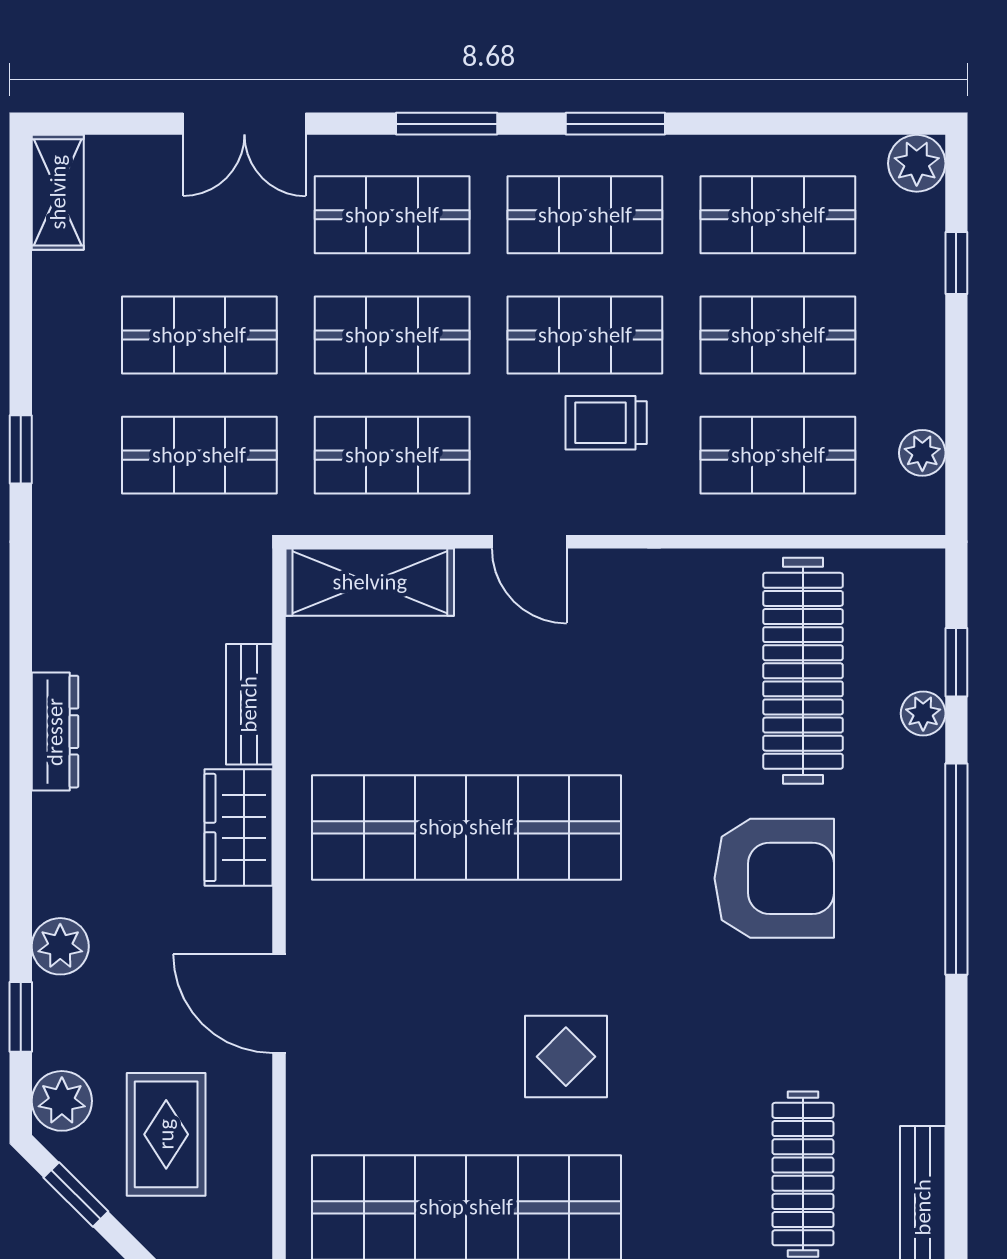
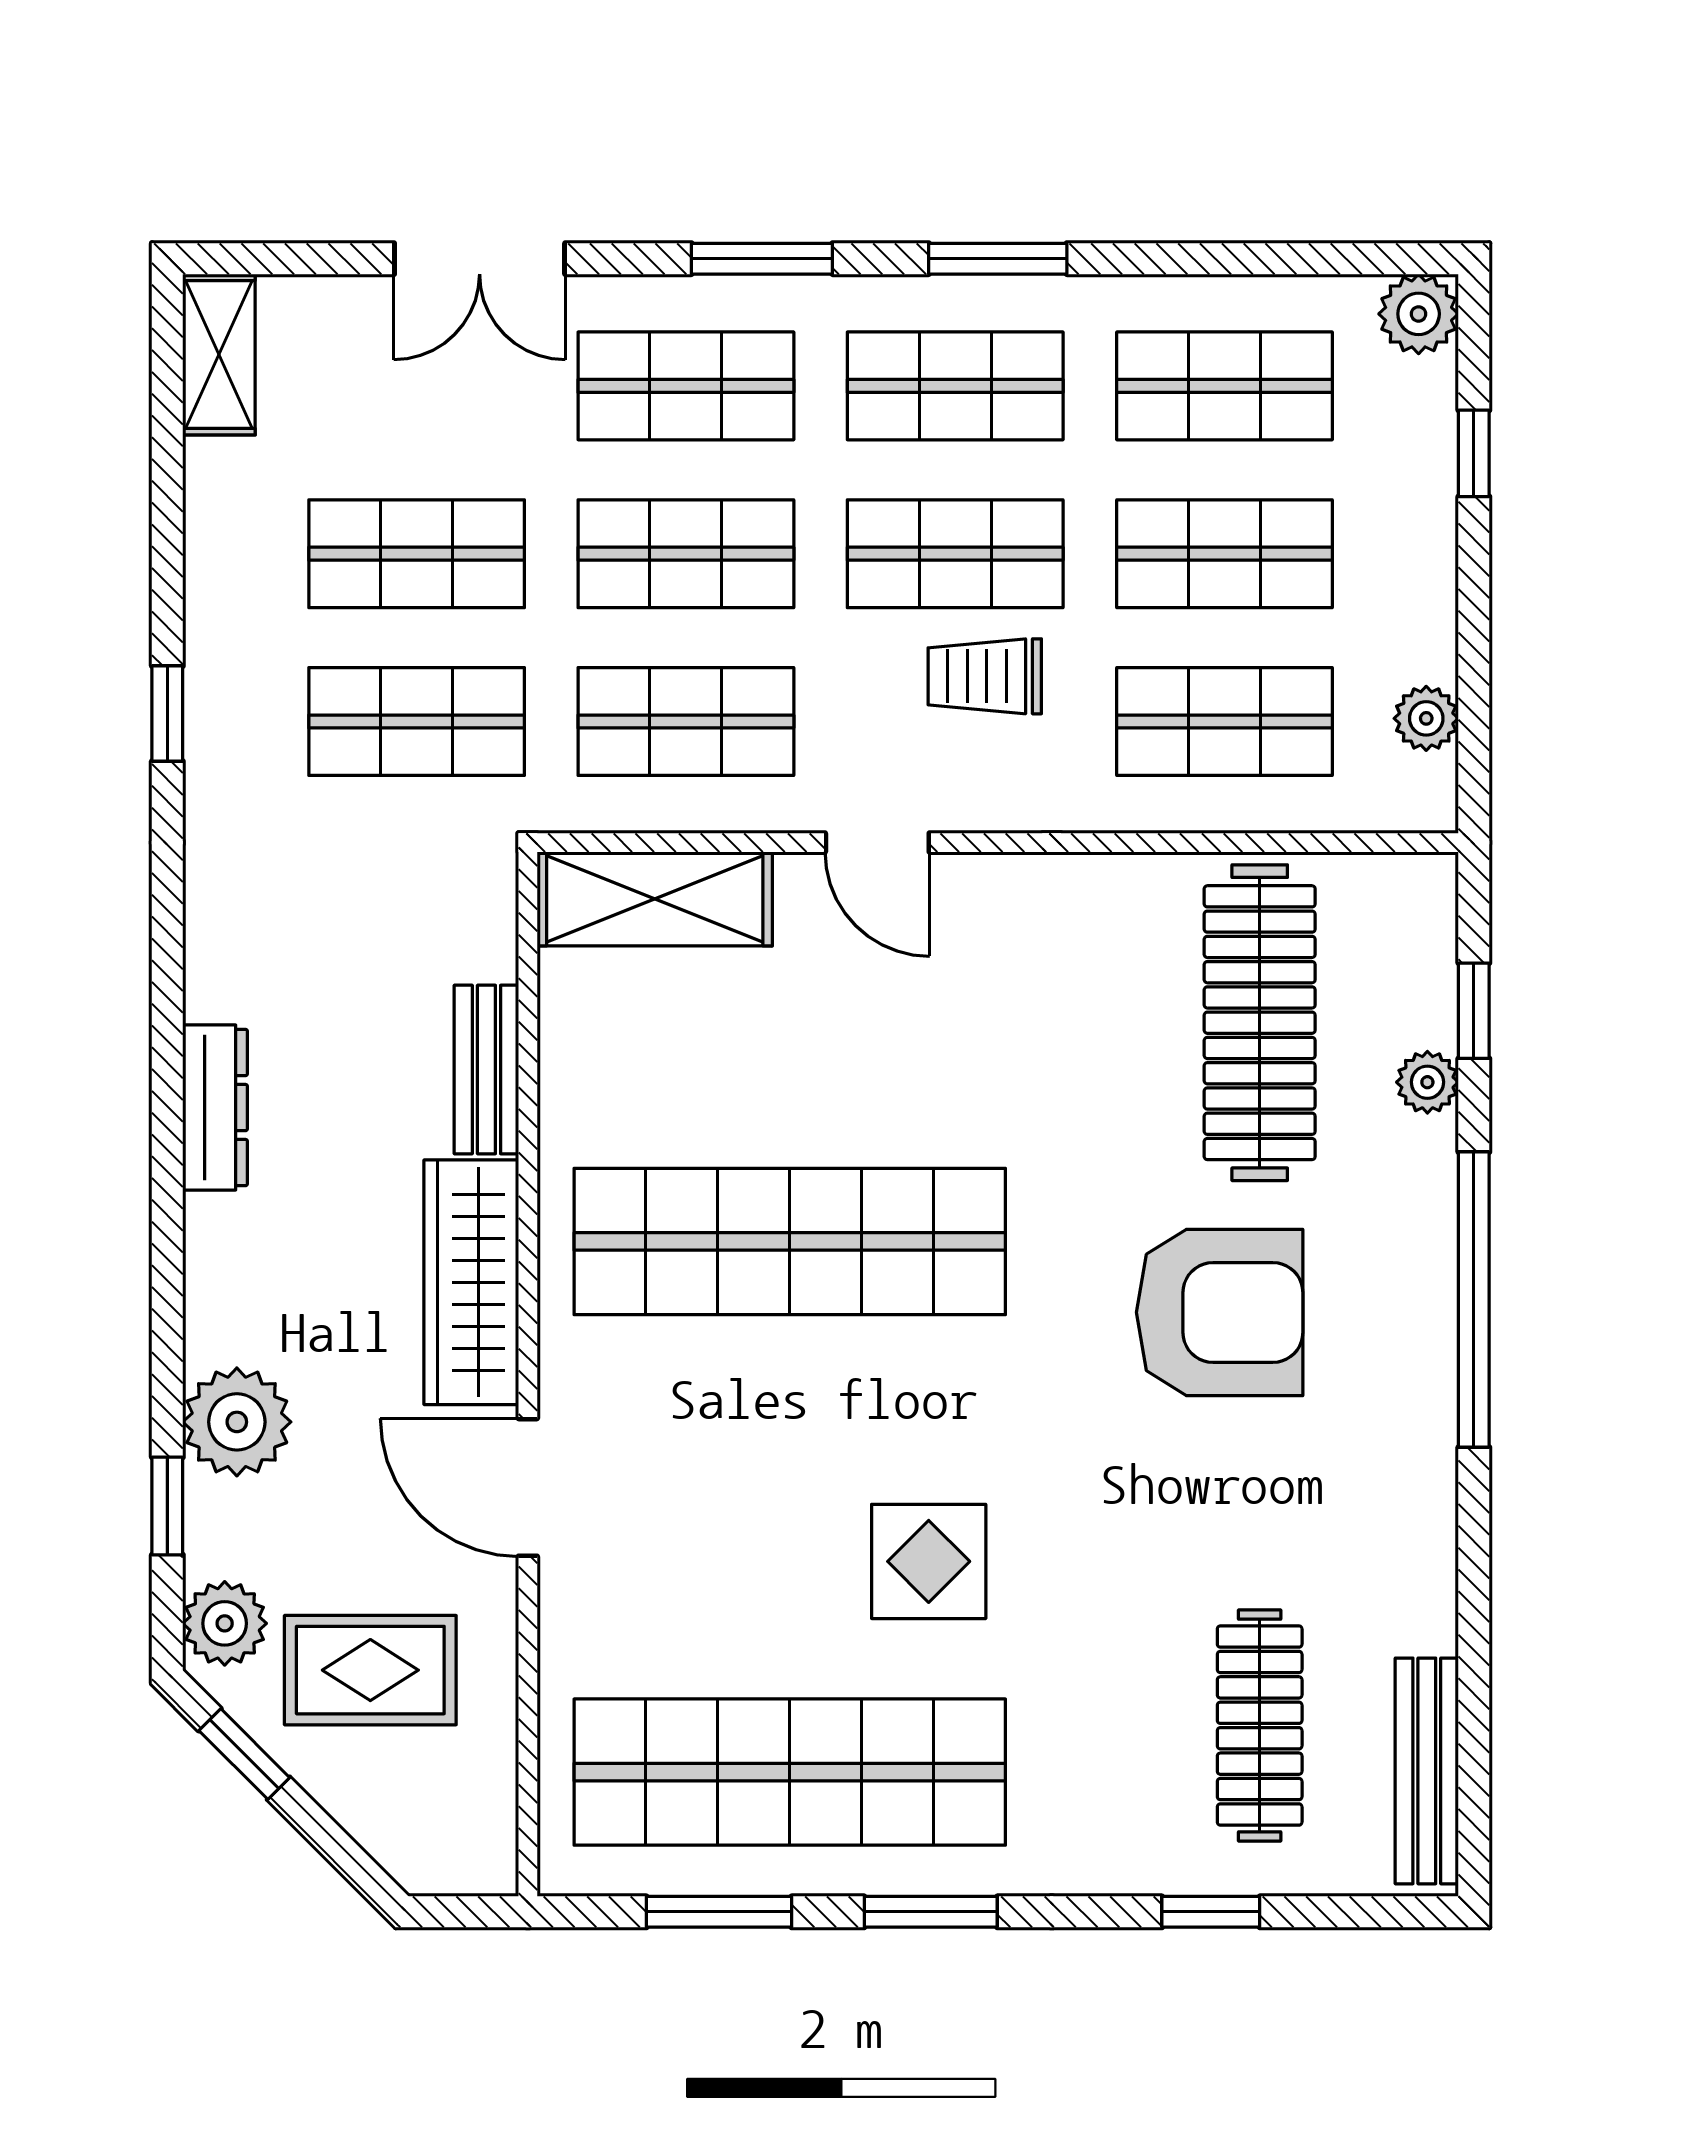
wardrobe: (238, 827) -> (471, 1282), width x1.50
plant: (60, 946) -> (237, 1422), width x1.36, depth x1.36
rug: (166, 1134) -> (370, 1670), turned 90

